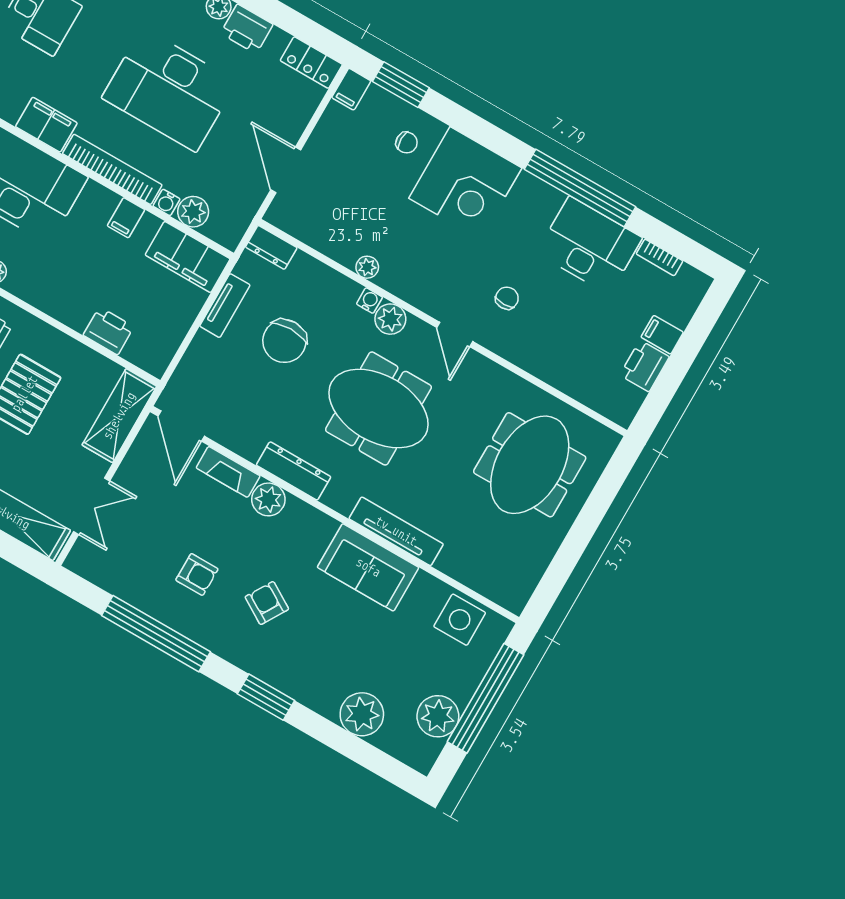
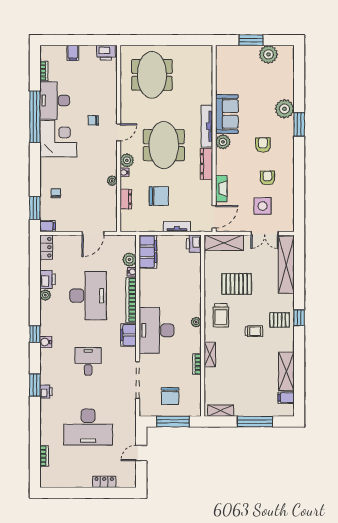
corner desk: (465, 183) -> (58, 139), moved
filing cabinet: (126, 218) -> (147, 284), removed
dresser: (271, 247) -> (126, 199), moved
tv unit: (225, 306) -> (177, 227), moved
printer: (108, 331) -> (194, 244), moved
printer: (644, 366) -> (106, 53), moved
meeting table: (530, 465) -> (152, 75), turned 90
plant: (268, 499) -> (223, 142), moved
double door: (92, 506) -> (265, 233), swing flipped
tv unit: (396, 531) -> (207, 126), moved
armchair: (267, 603) -> (263, 145), turned 149
side table: (460, 620) -> (263, 206), moved
window: (156, 634) -> (299, 181), removed
window: (486, 698) -> (251, 40), width x0.47
plant: (362, 714) -> (285, 109), moved

